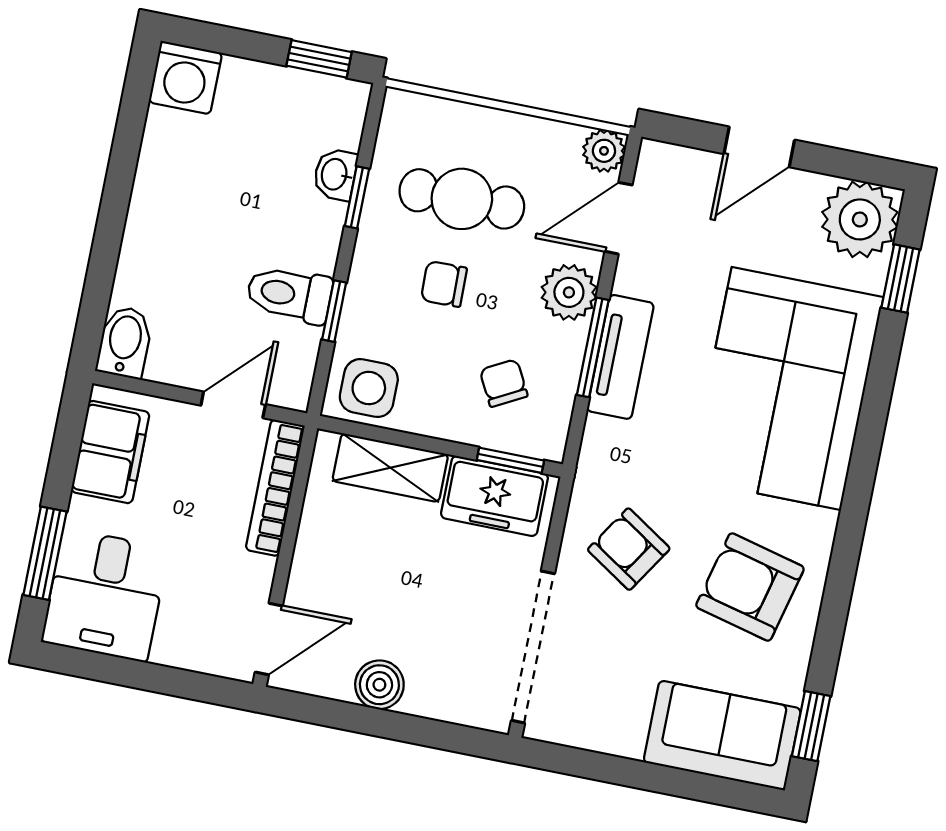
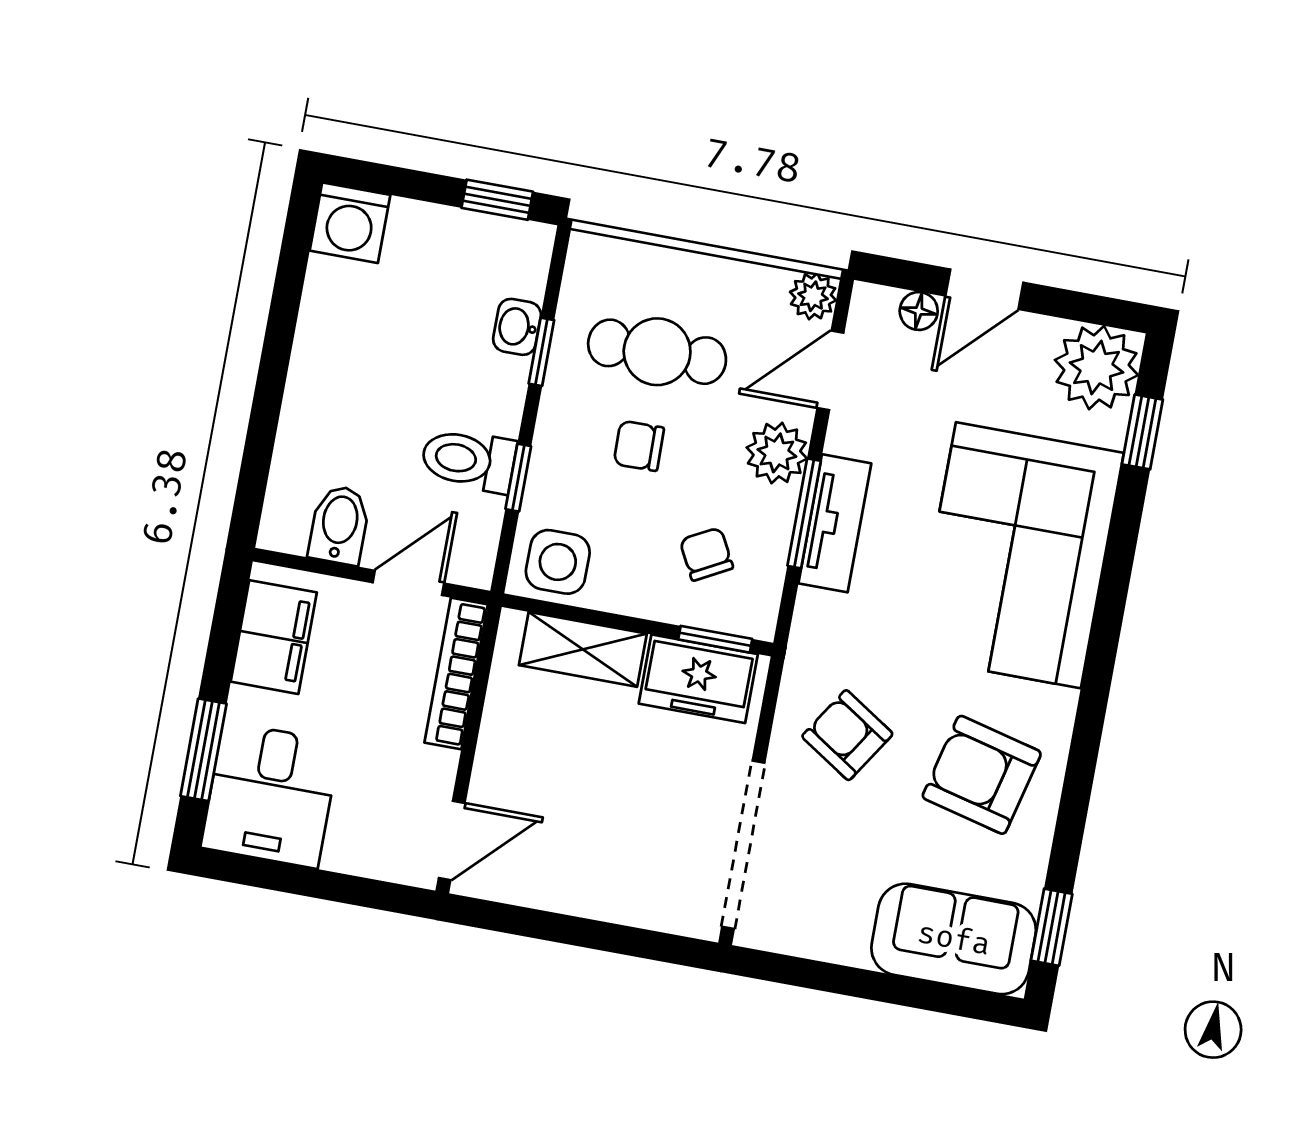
floor lamp: (699, 166) -> (919, 311), added
bidet: (125, 342) -> (339, 525), moved
boiler: (379, 685) -> (575, 889), removed

